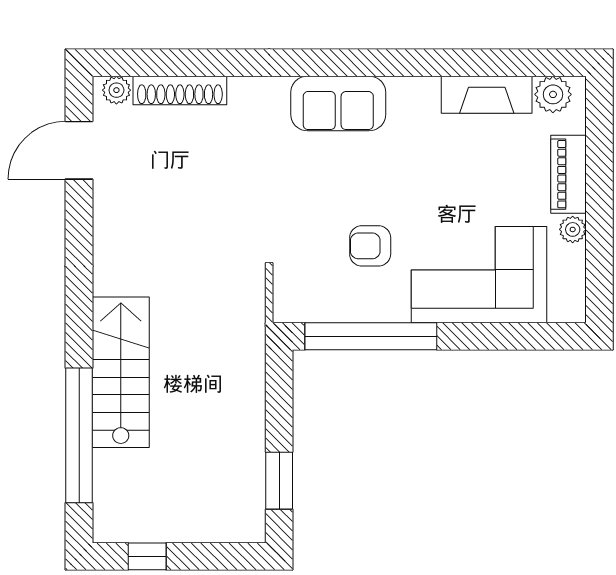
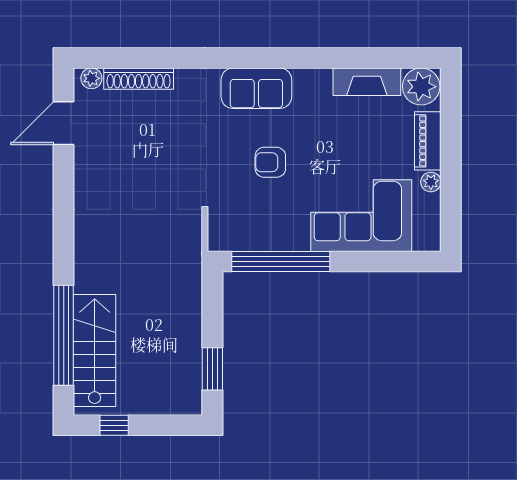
plant: (553, 94) -> (421, 87), width x1.36, depth x1.36
armchair: (370, 246) -> (270, 162), moved
stairs: (121, 372) -> (95, 350), moved

